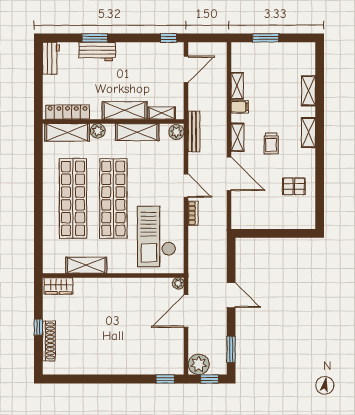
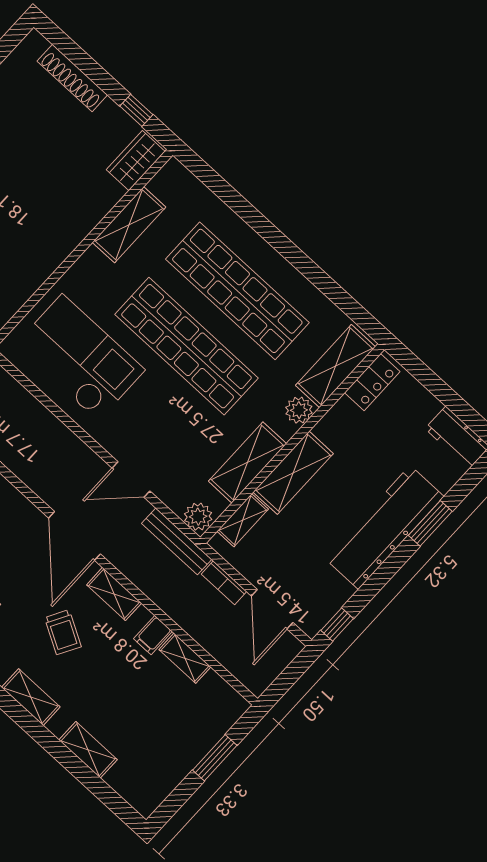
workbench: (97, 52) -> (384, 527), width x1.88, depth x1.32
locker: (68, 112) -> (372, 382), width x0.66
trolley: (271, 143) -> (63, 632), turned -151
door: (229, 174) -> (75, 536), hinge flipped
door: (186, 186) -> (131, 479), moved
bookcase: (193, 213) -> (224, 583), moved
window: (38, 327) -> (136, 110), moved

